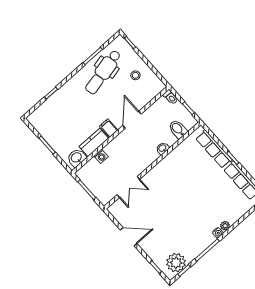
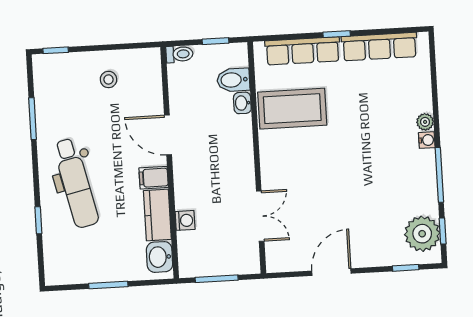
dental chair: (103, 72) -> (76, 183), moved
washbasin: (163, 148) -> (242, 103), moved
coffee table: (186, 164) -> (292, 109), added

